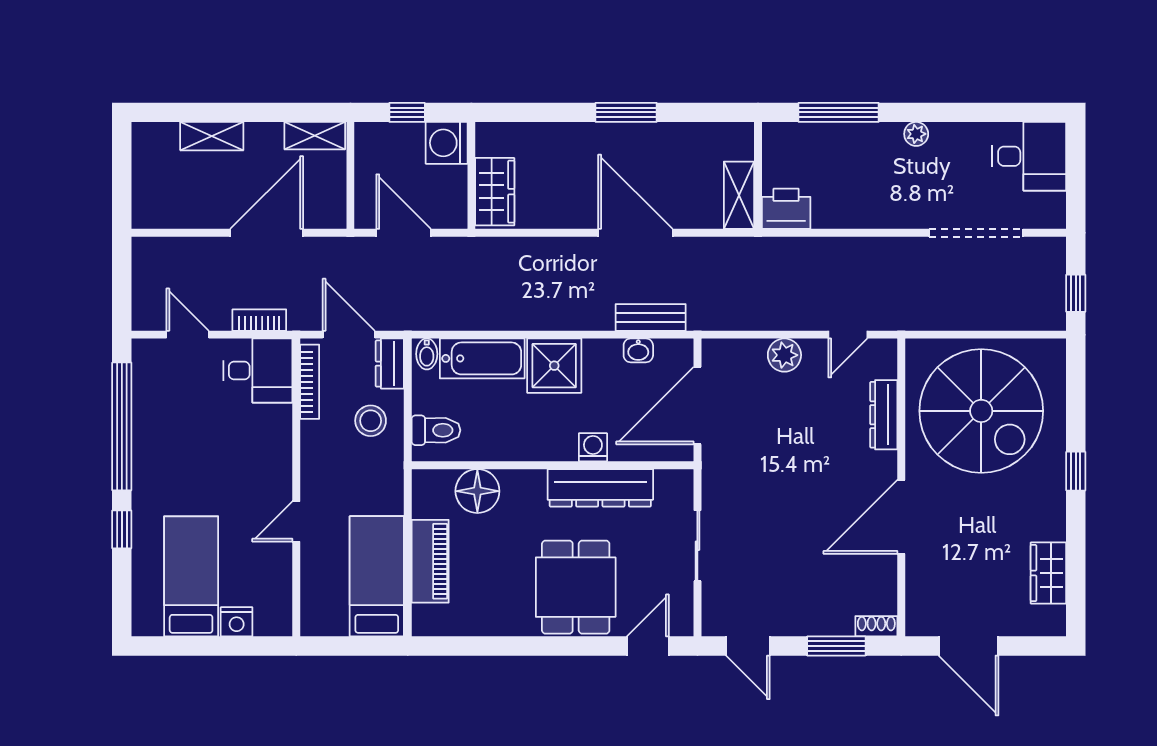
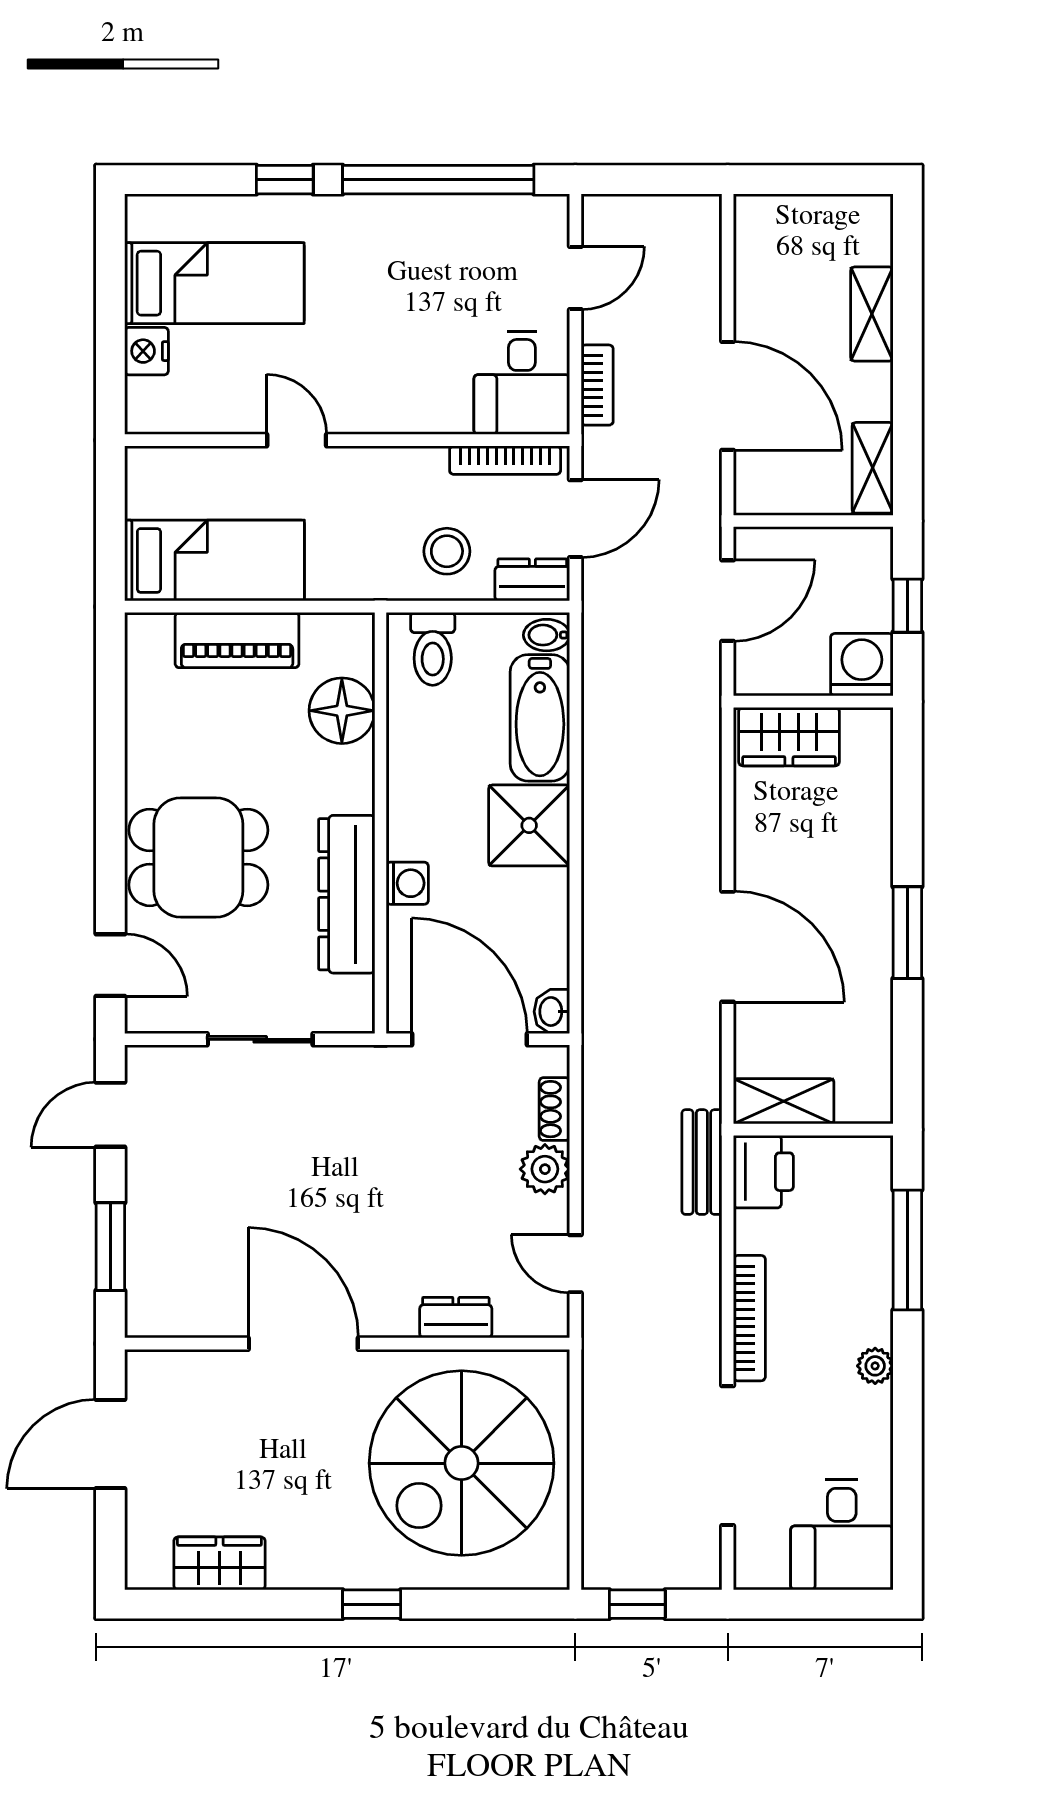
bookcase: (884, 218) -> (749, 1318), added
door: (635, 233) -> (728, 947), hinge flipped
bench: (651, 317) -> (702, 1162), moved
washbasin: (638, 350) -> (552, 1012), moved
dresser: (884, 415) -> (456, 1318), width x0.70
shoe rack: (876, 626) -> (554, 1109), moved, turned 180

